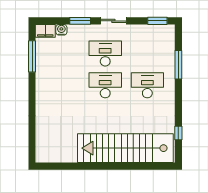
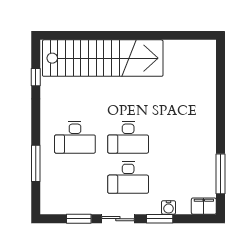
window: (157, 21) -> (79, 219), moved
water cooler: (61, 30) -> (169, 207), moved

